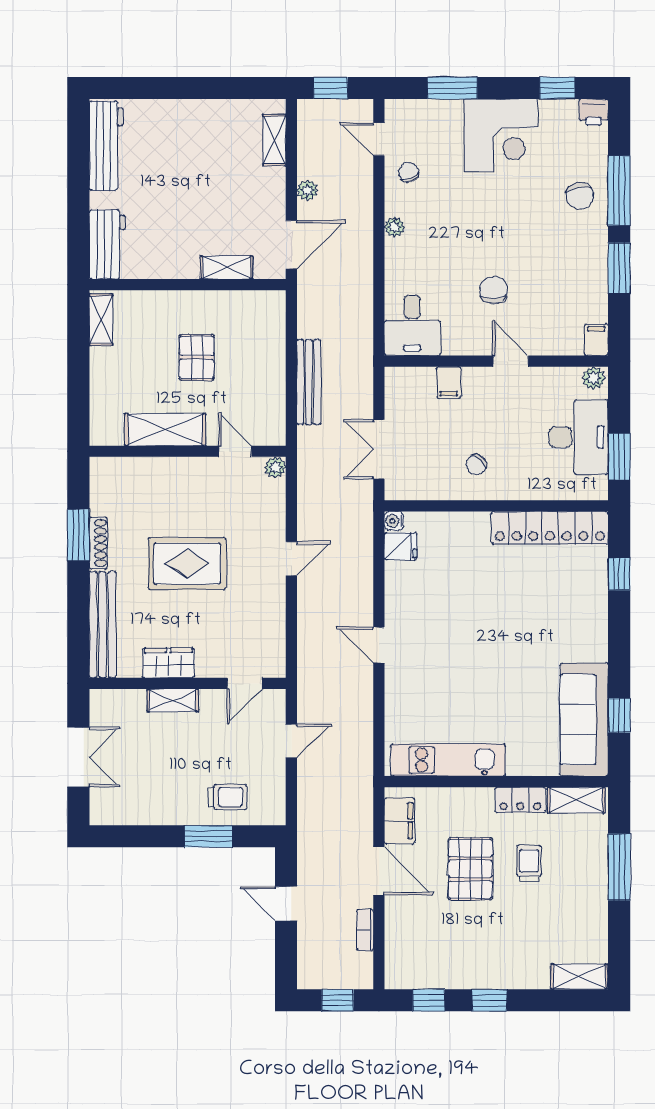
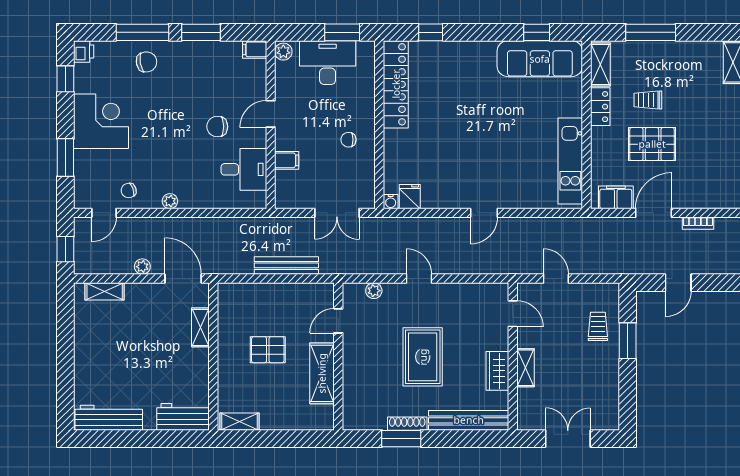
desk: (412, 325) -> (244, 169), moved
chair: (476, 465) -> (348, 140), turned 136
plant: (275, 467) -> (374, 291), moved

